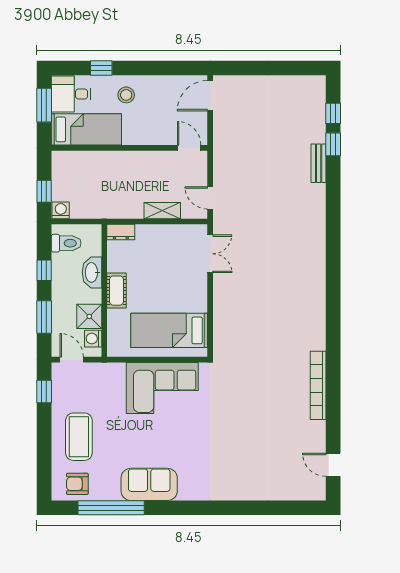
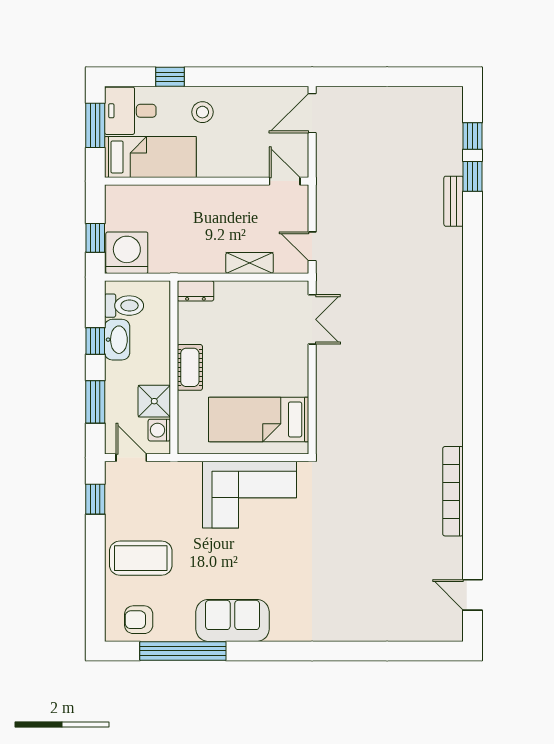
washing machine: (61, 210) -> (127, 253), width x1.89, depth x1.89
washbasin: (92, 272) -> (117, 340), moved, turned 180
coffee table: (79, 437) -> (141, 558), turned 90

